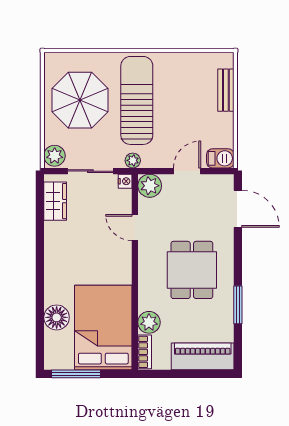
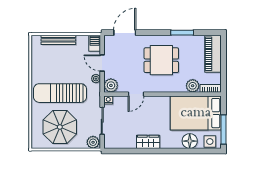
bench: (226, 90) -> (58, 40), width x1.36
plant: (133, 160) -> (96, 79), moved
wardrobe: (55, 201) -> (148, 142), moved
side table: (56, 351) -> (210, 142), added

